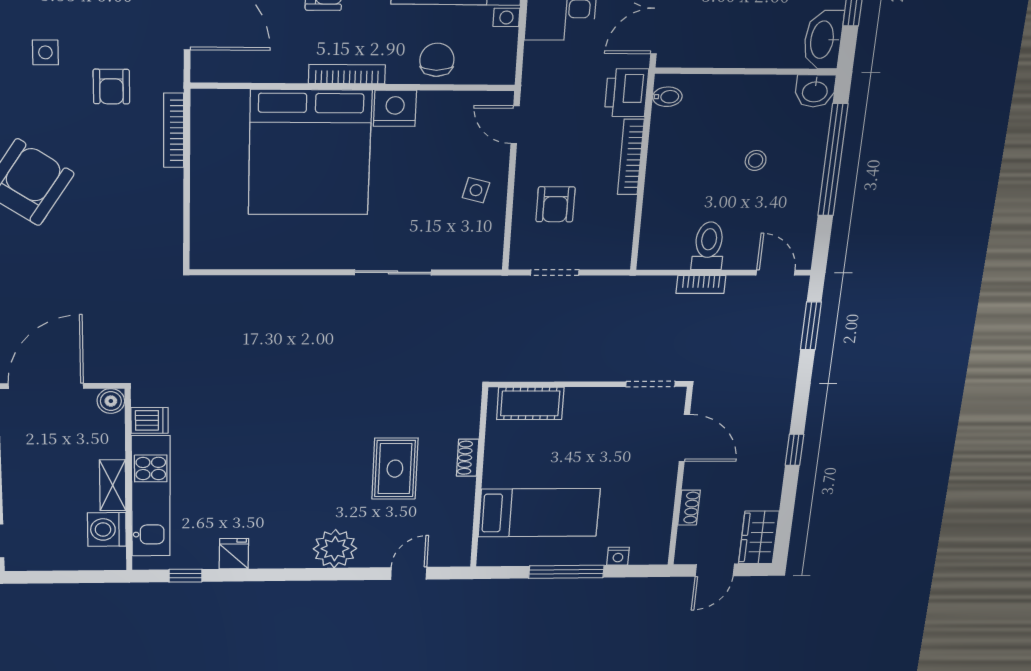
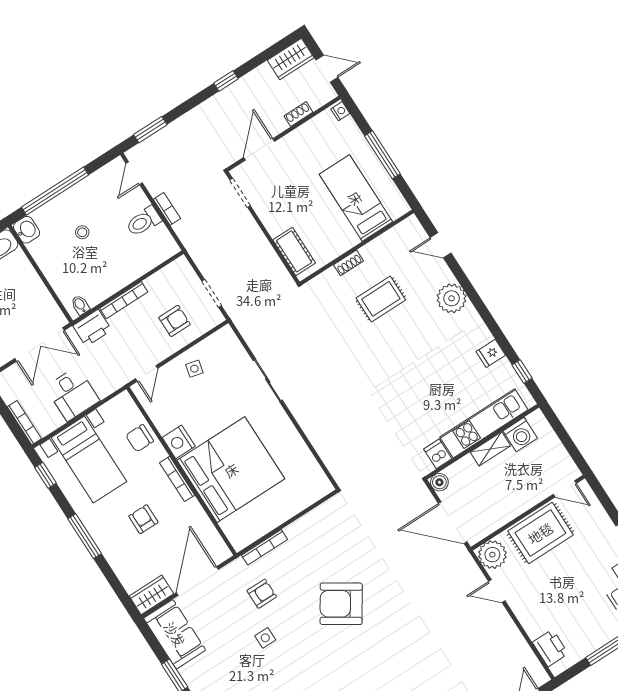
nightstand: (618, 556) -> (340, 111), moved

